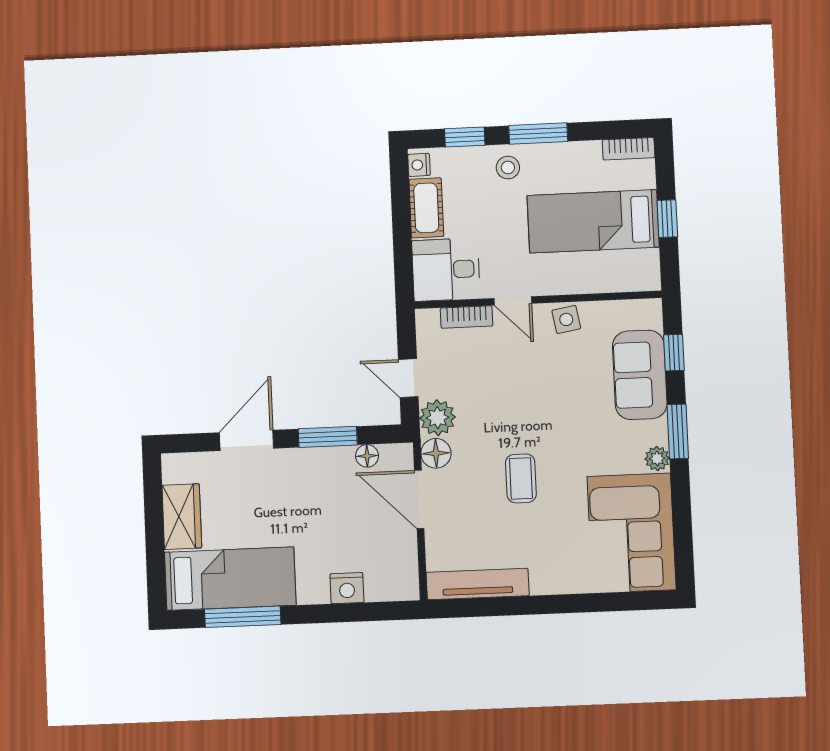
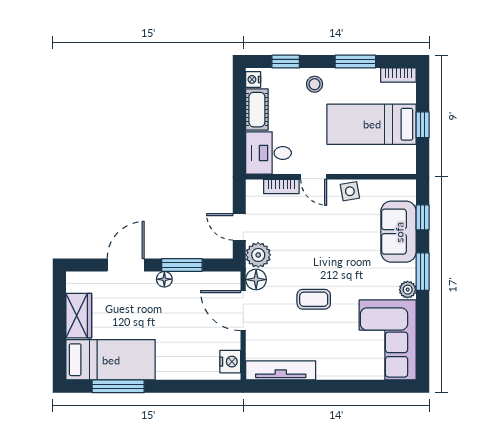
window: (538, 133) -> (355, 62), moved
floor lamp: (367, 456) -> (164, 279), moved
coffee table: (521, 478) -> (314, 299), turned 90
nightstand: (347, 588) -> (230, 362), moved, turned -90

